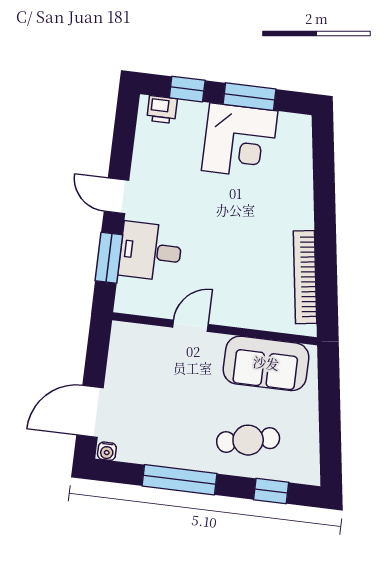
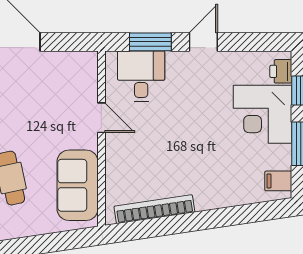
filing cabinet: (290, 128) -> (278, 181), added
corner desk: (240, 141) -> (262, 114), moved
desk: (150, 251) -> (141, 76), moved

